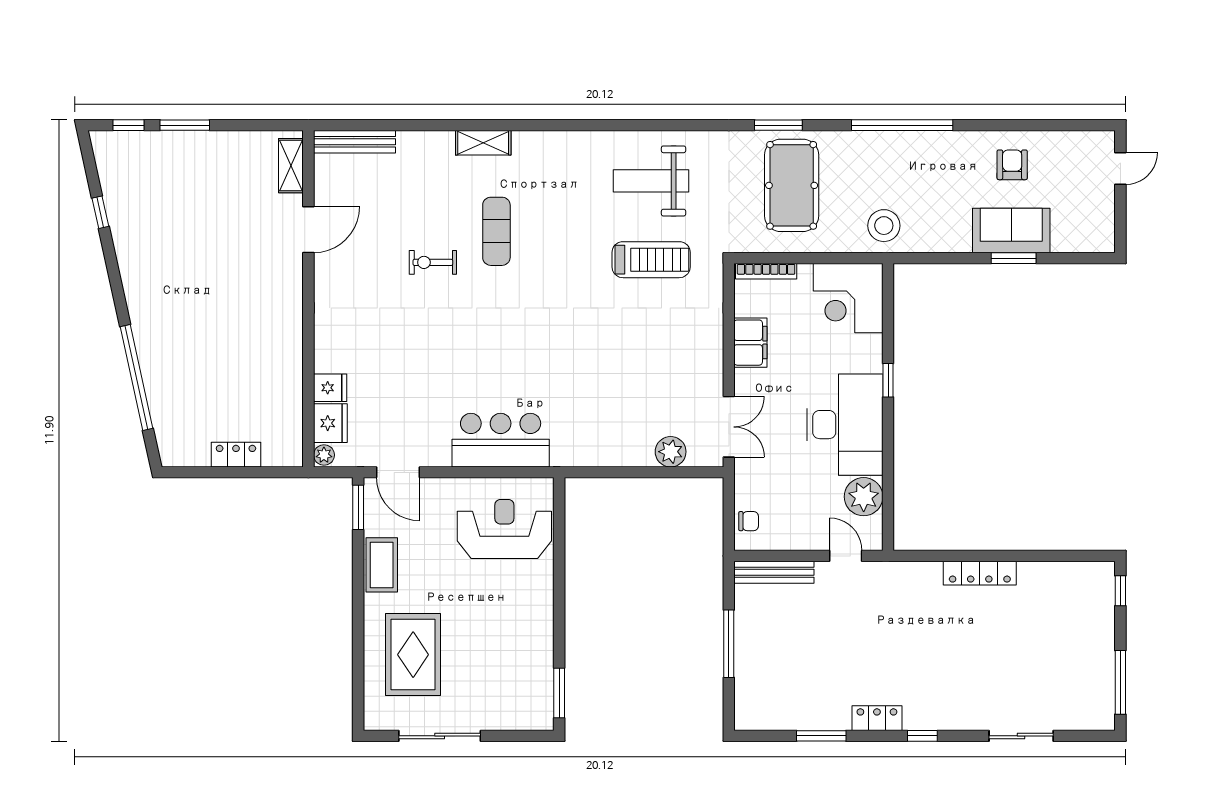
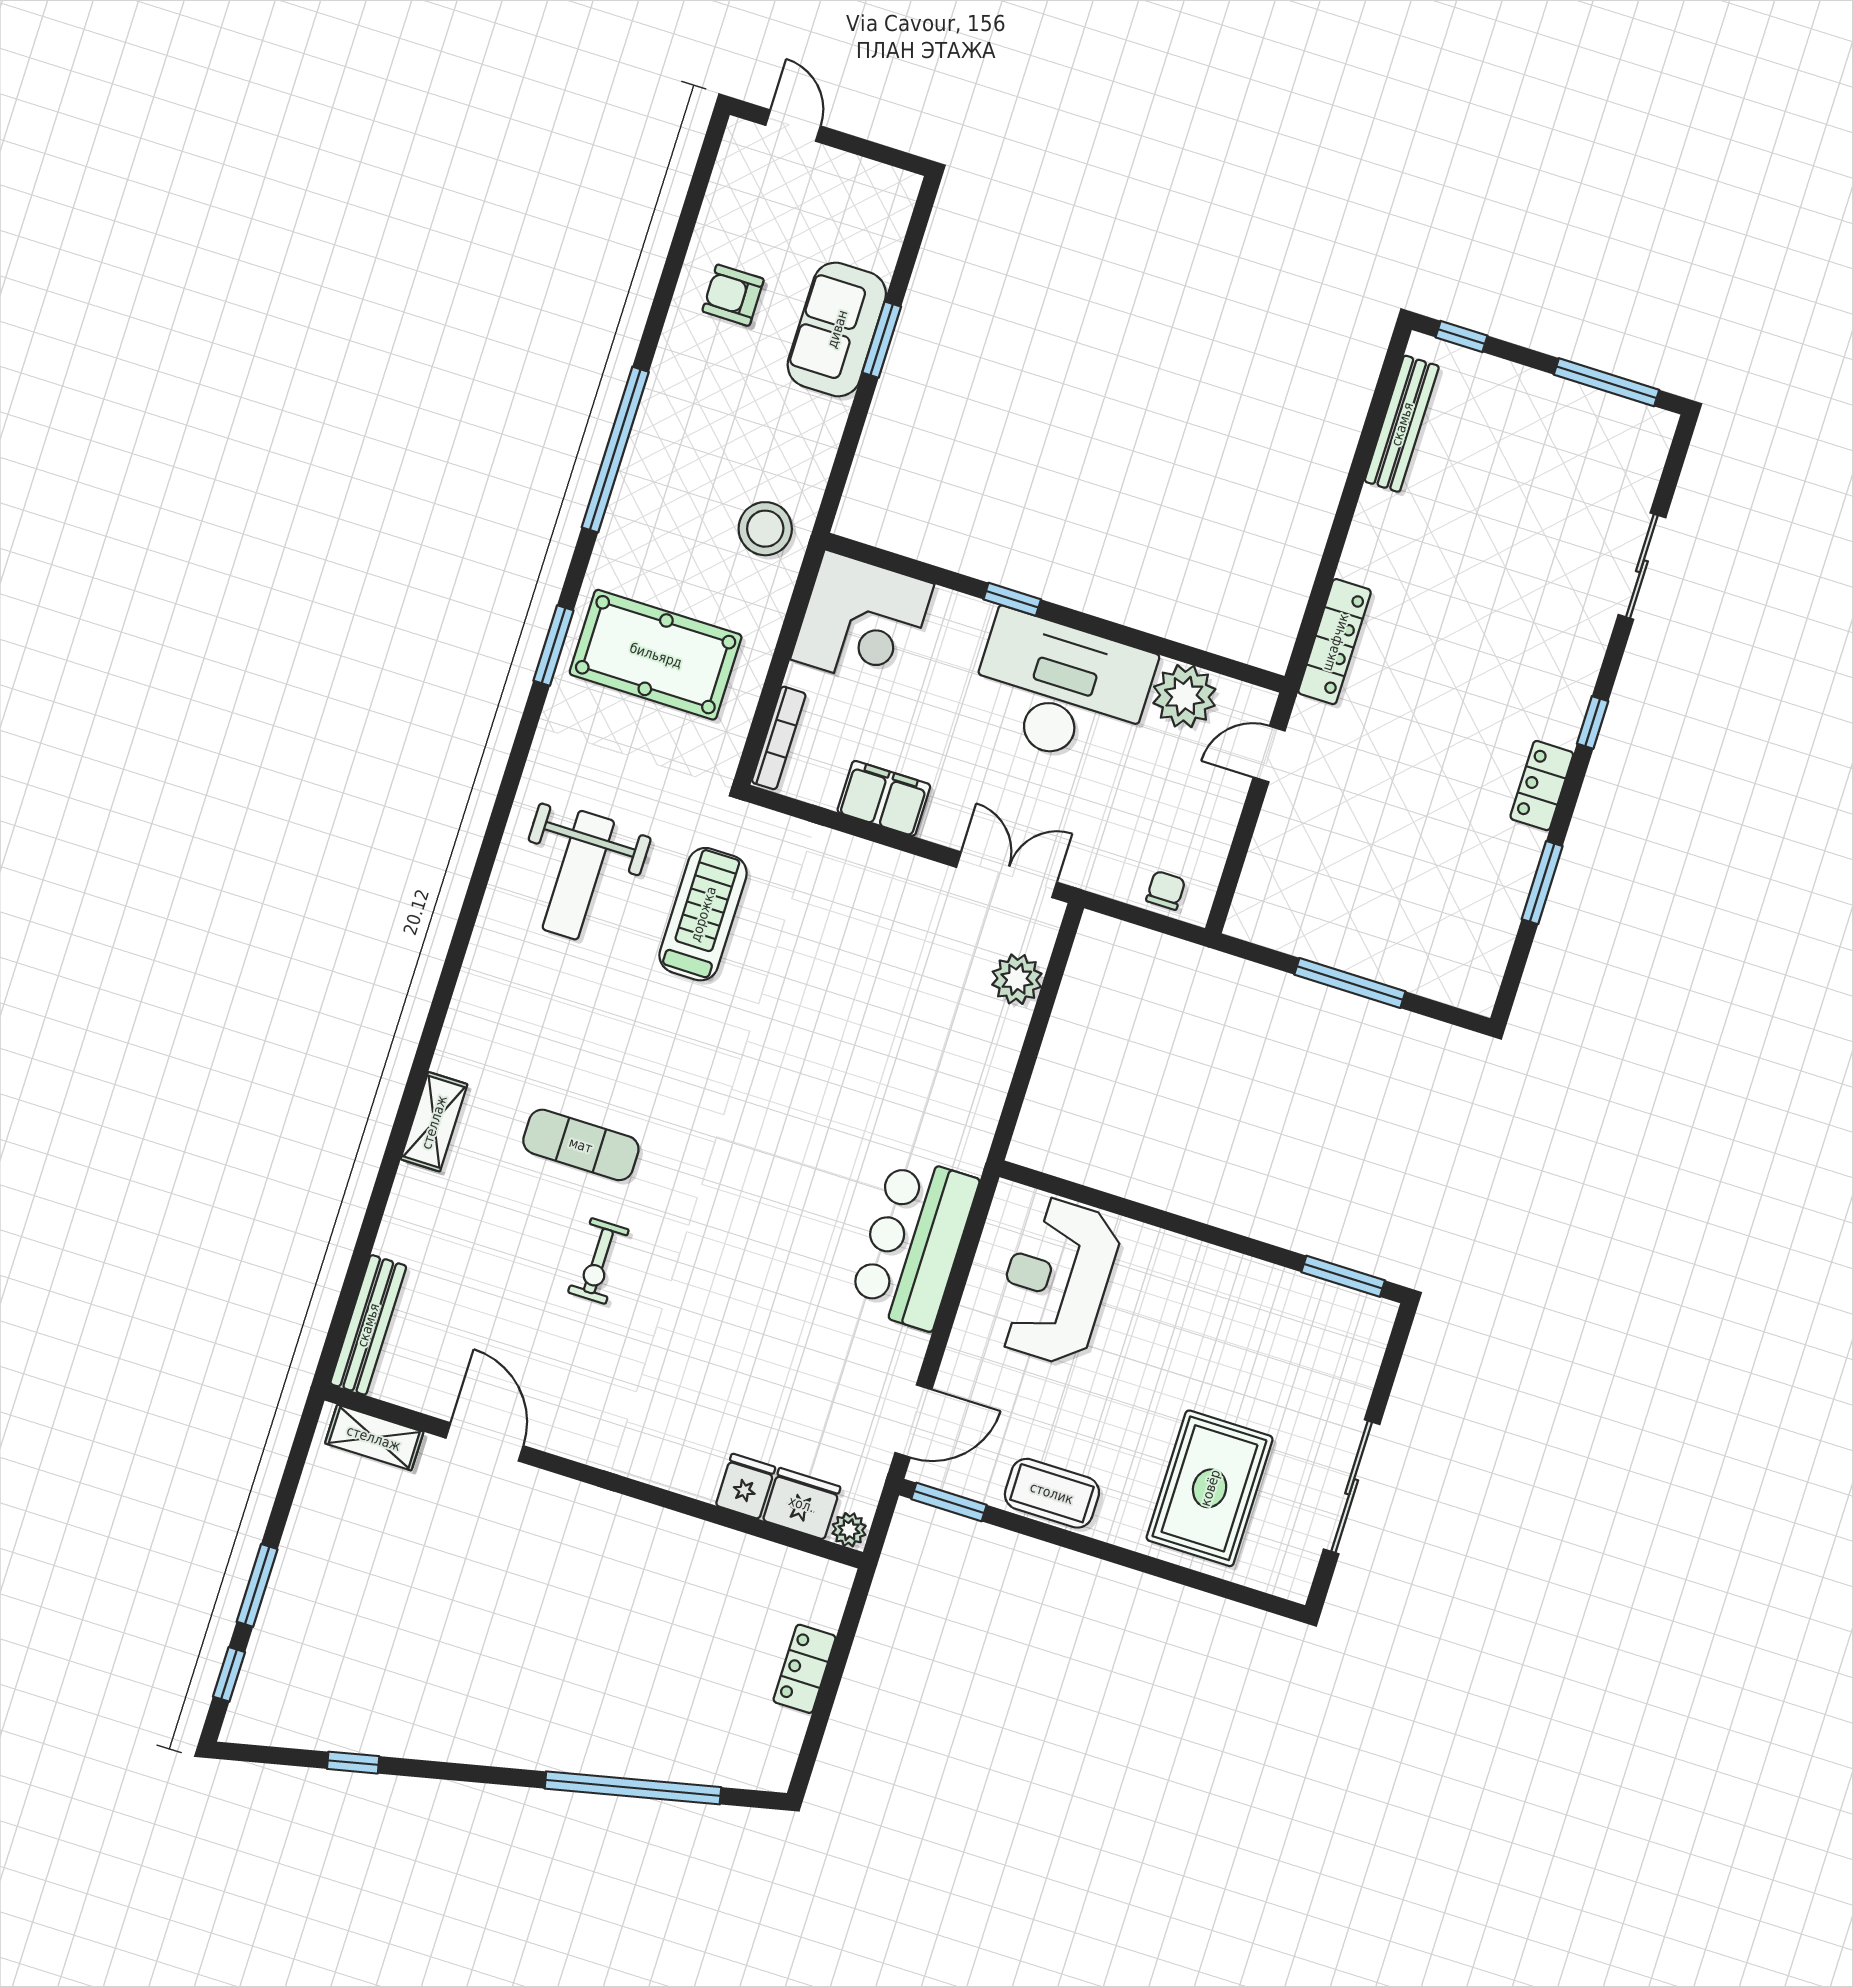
bench: (774, 572) -> (1402, 424), moved
locker: (980, 573) -> (1335, 642), moved
rug: (413, 655) -> (1210, 1488), turned 90

